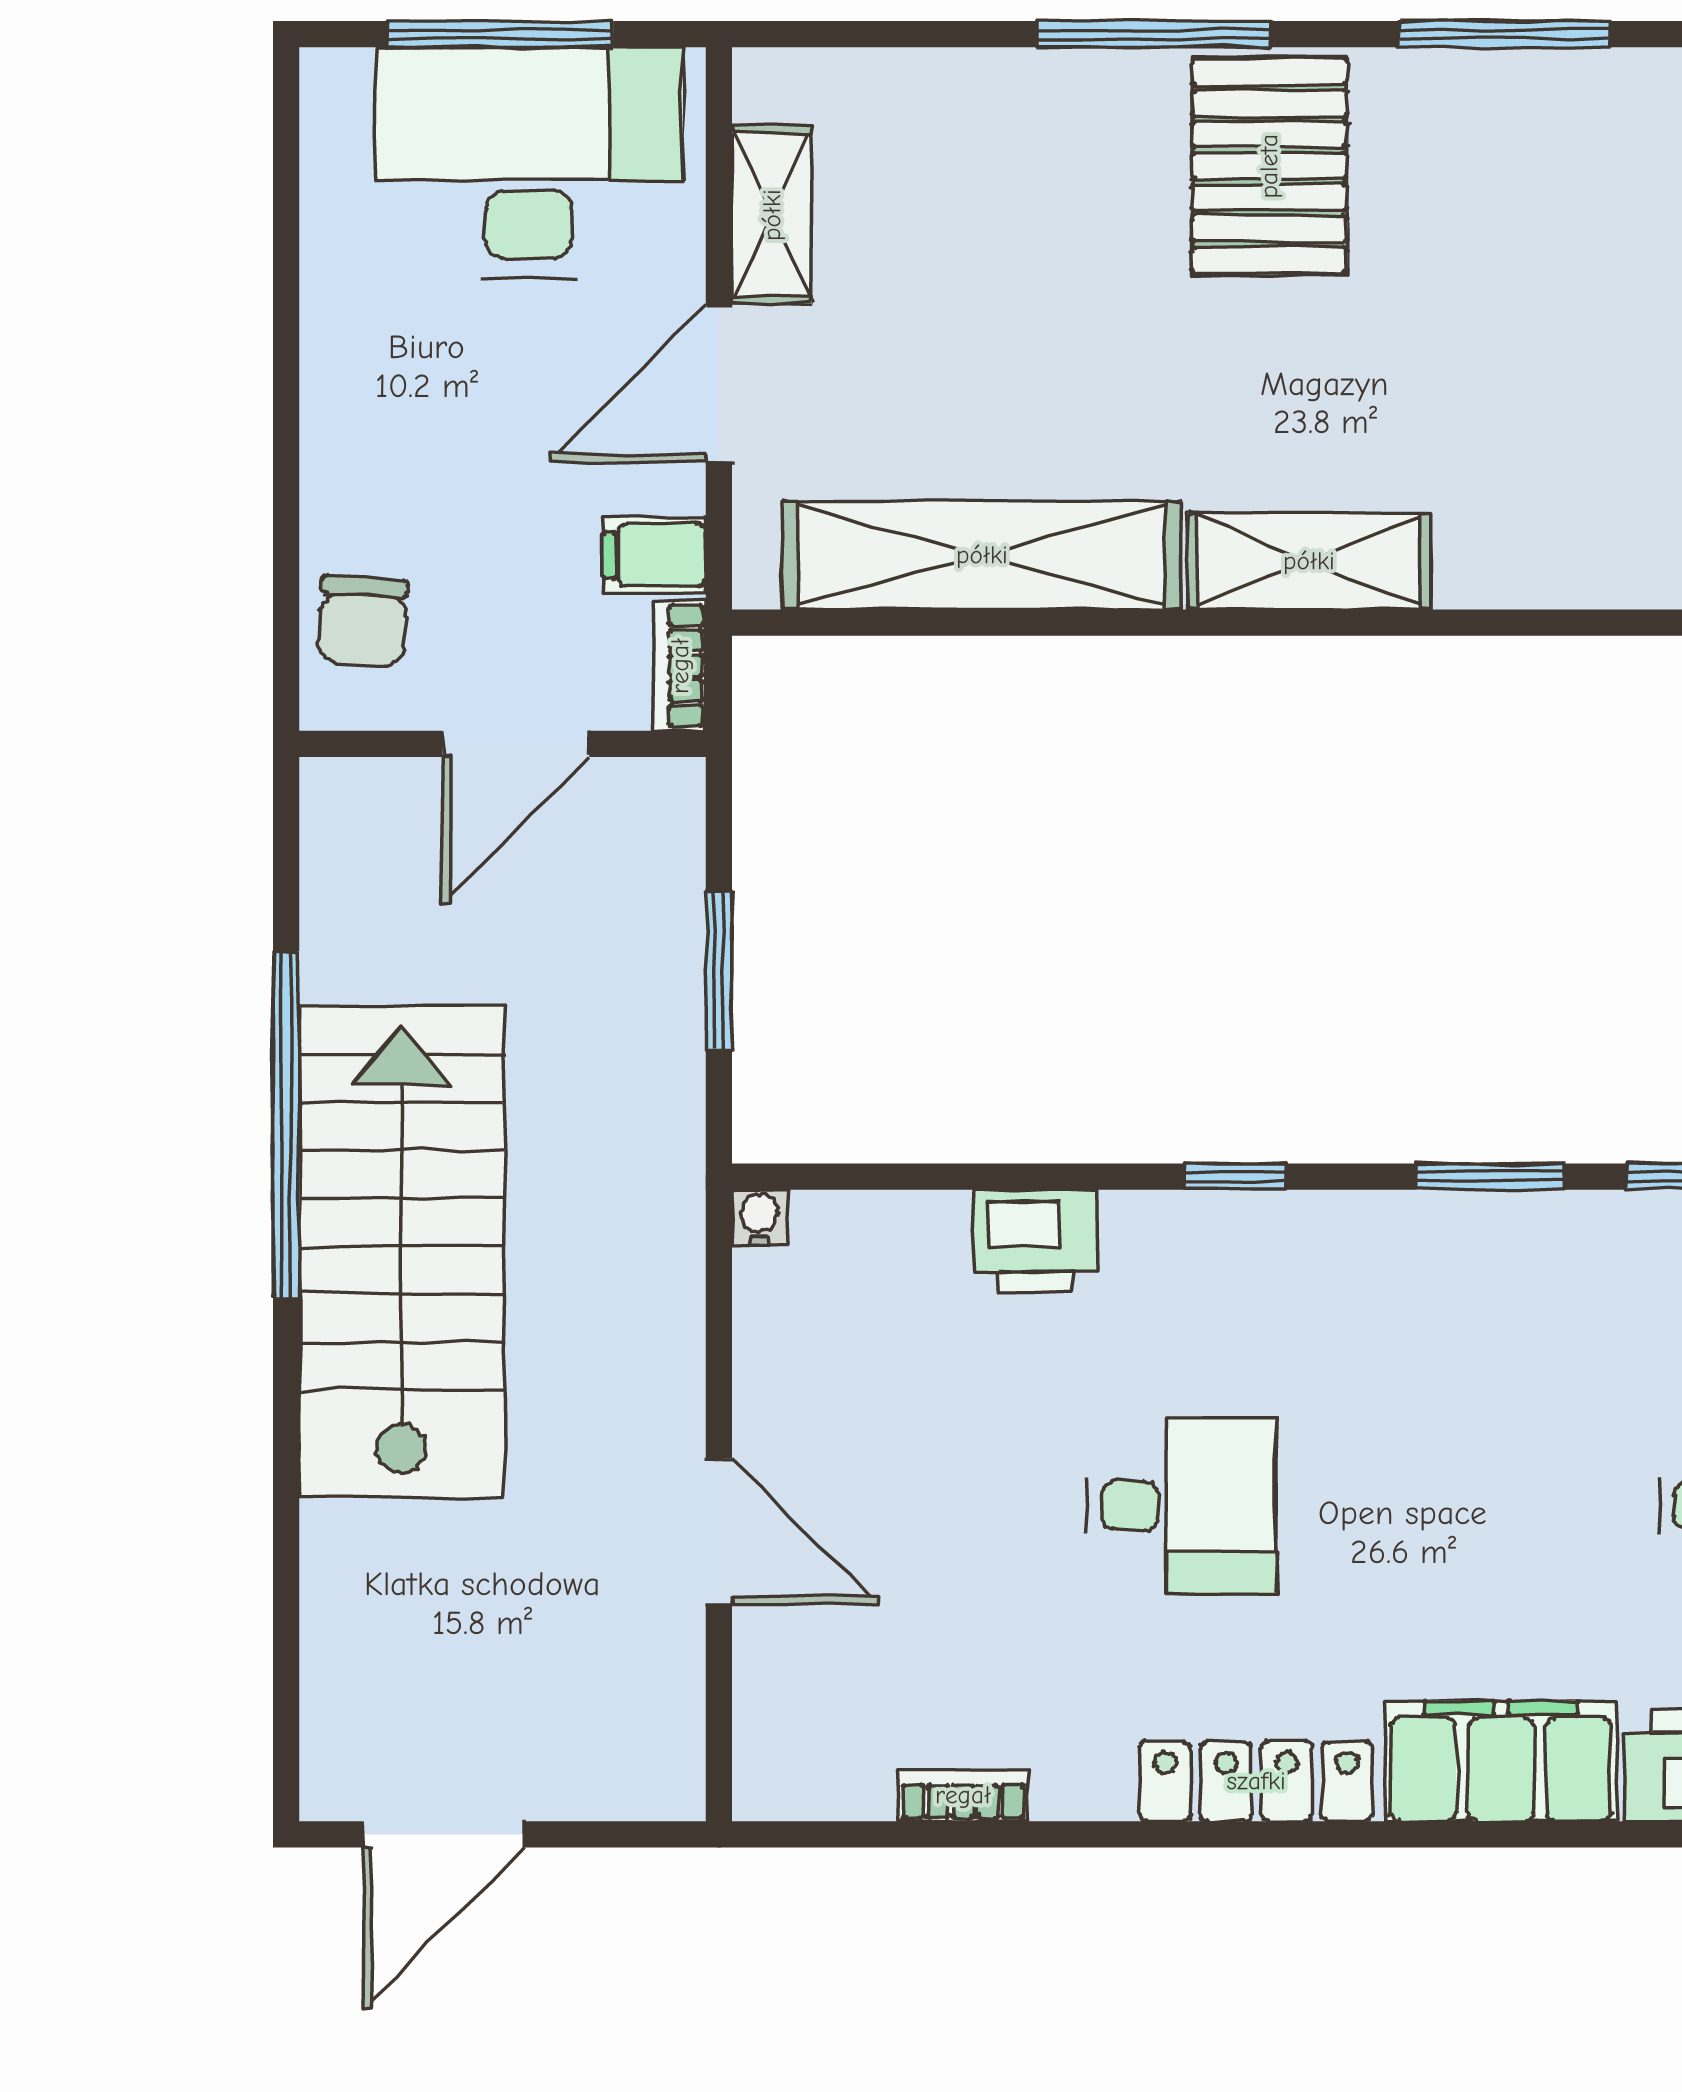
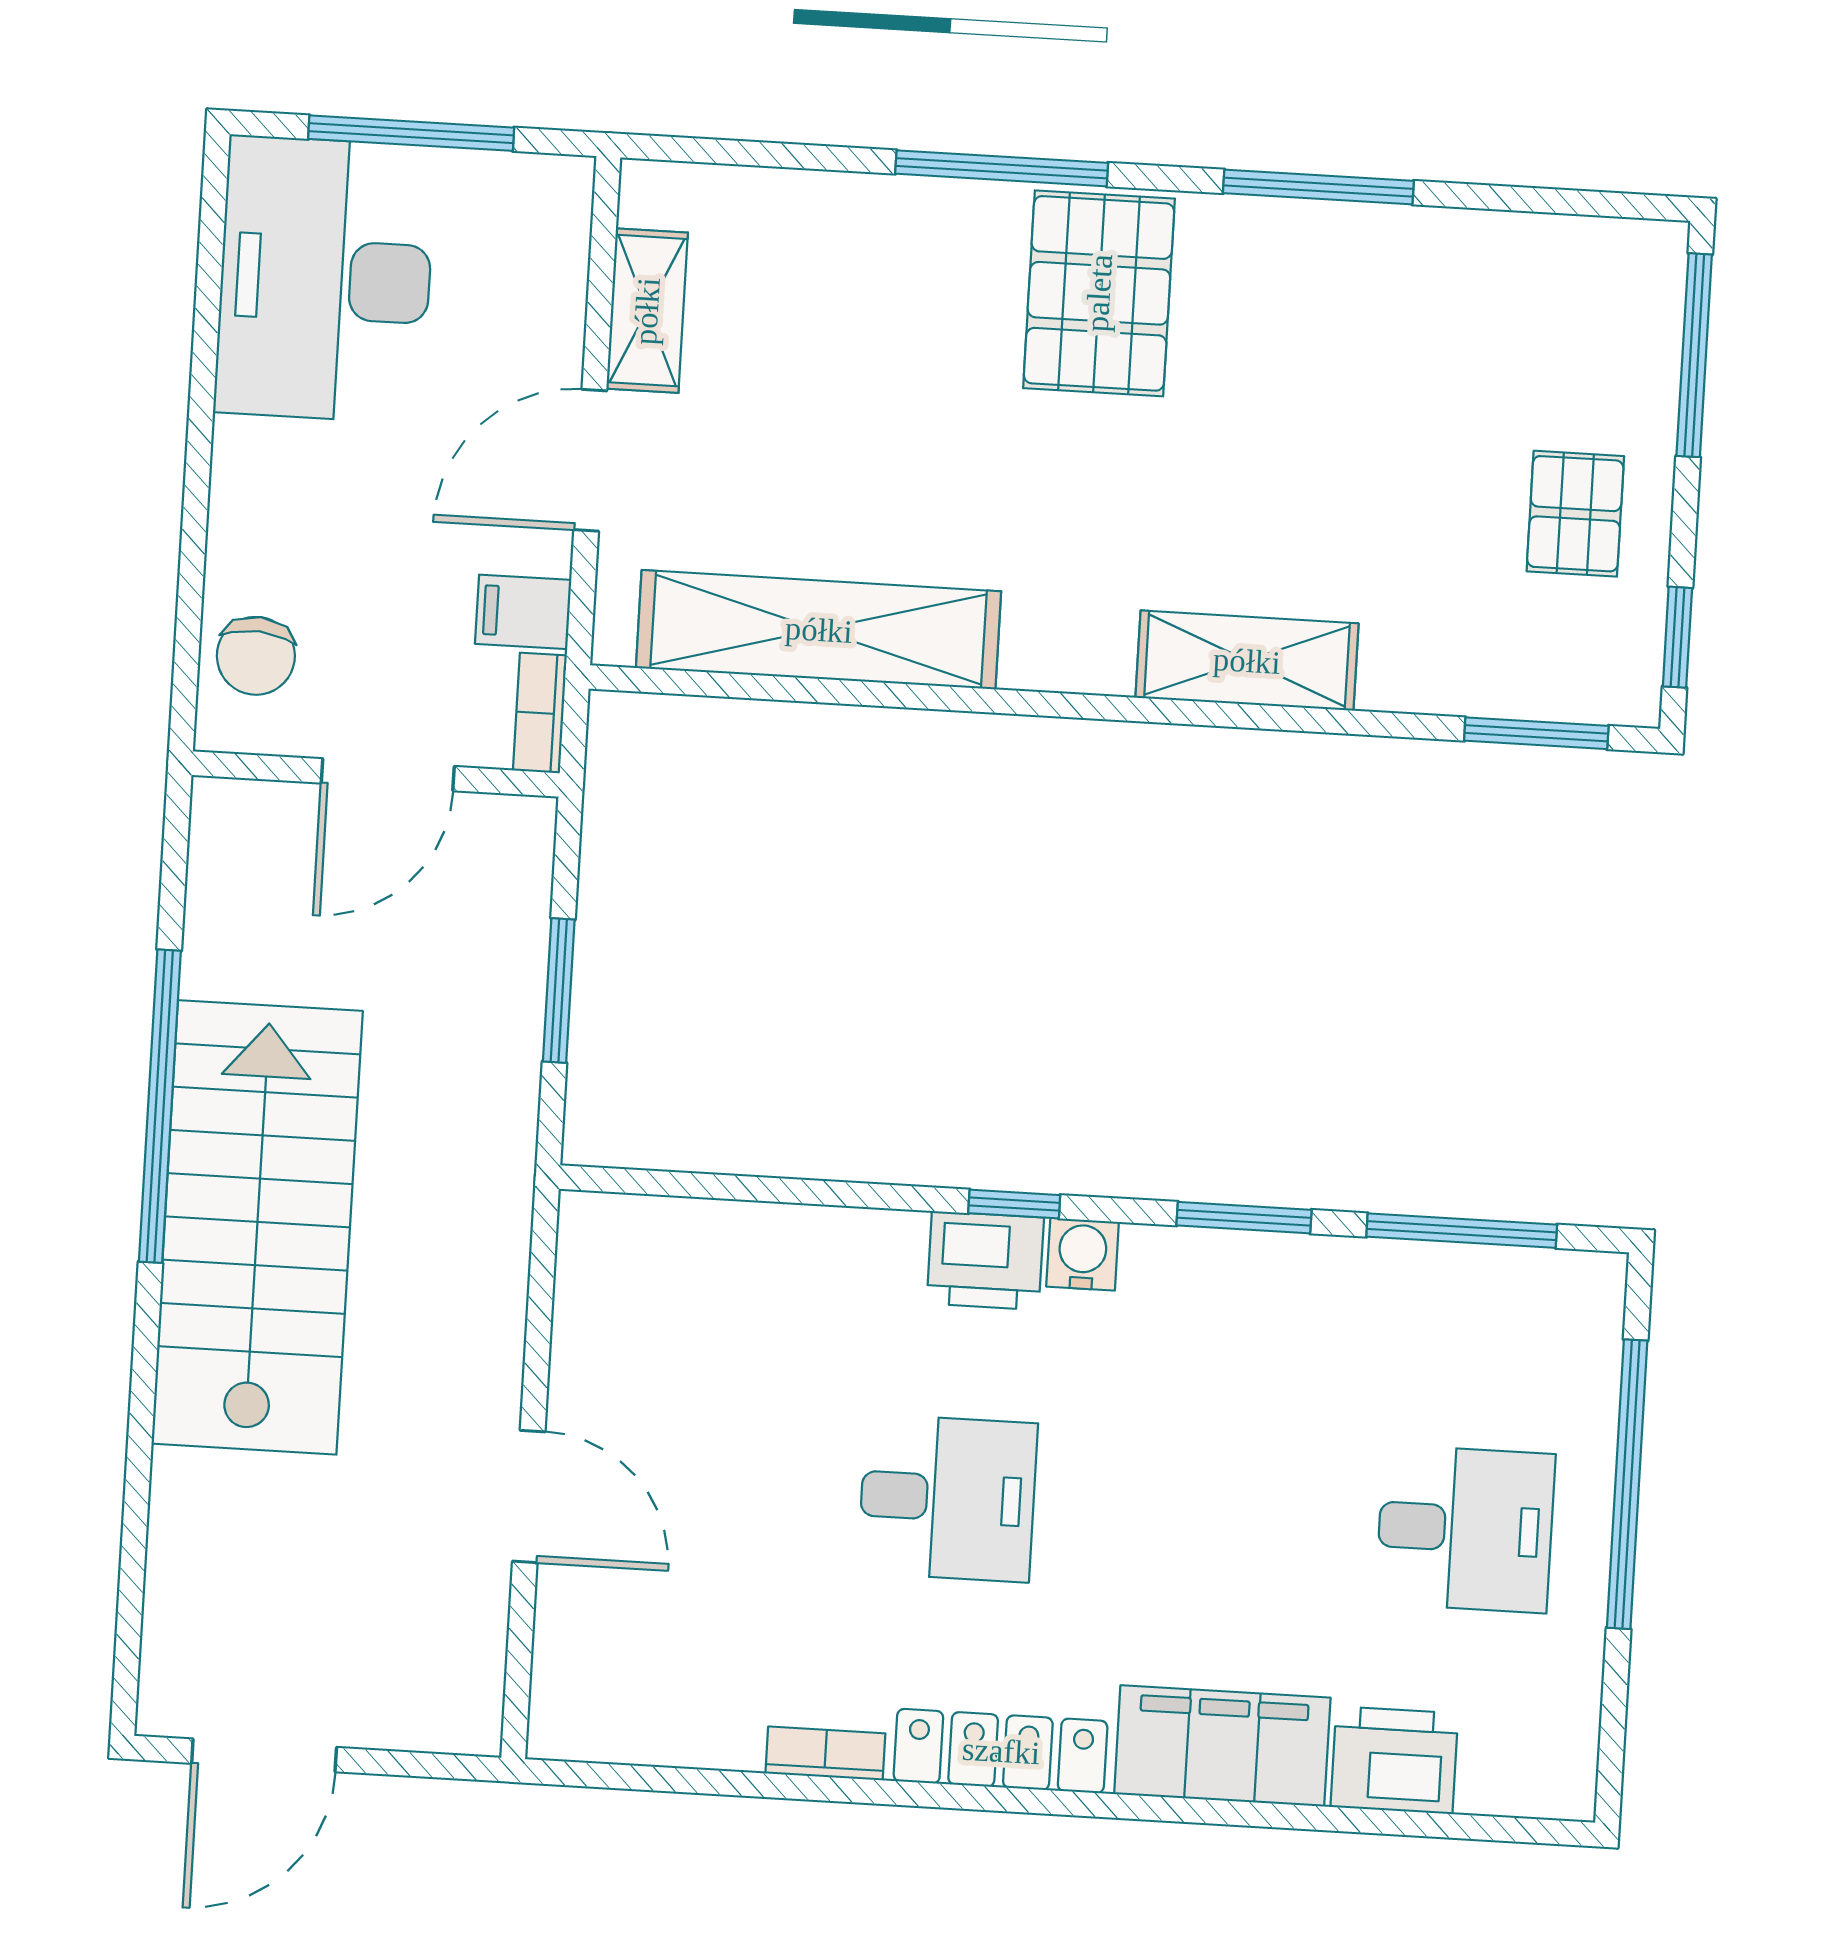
desk: (529, 162) -> (325, 279), moved, turned -90
shelving: (1309, 561) -> (1247, 661), moved
water cooler: (759, 1217) -> (1083, 1254), moved, width x1.38, depth x1.38
printer: (1035, 1241) -> (985, 1261), moved
bookcase: (963, 1795) -> (825, 1753), moved

